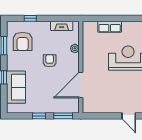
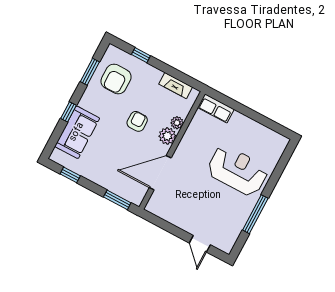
row of seats: (110, 27) -> (216, 108), moved
plant: (73, 60) -> (167, 136), added
window: (39, 116) -> (70, 175), moved

